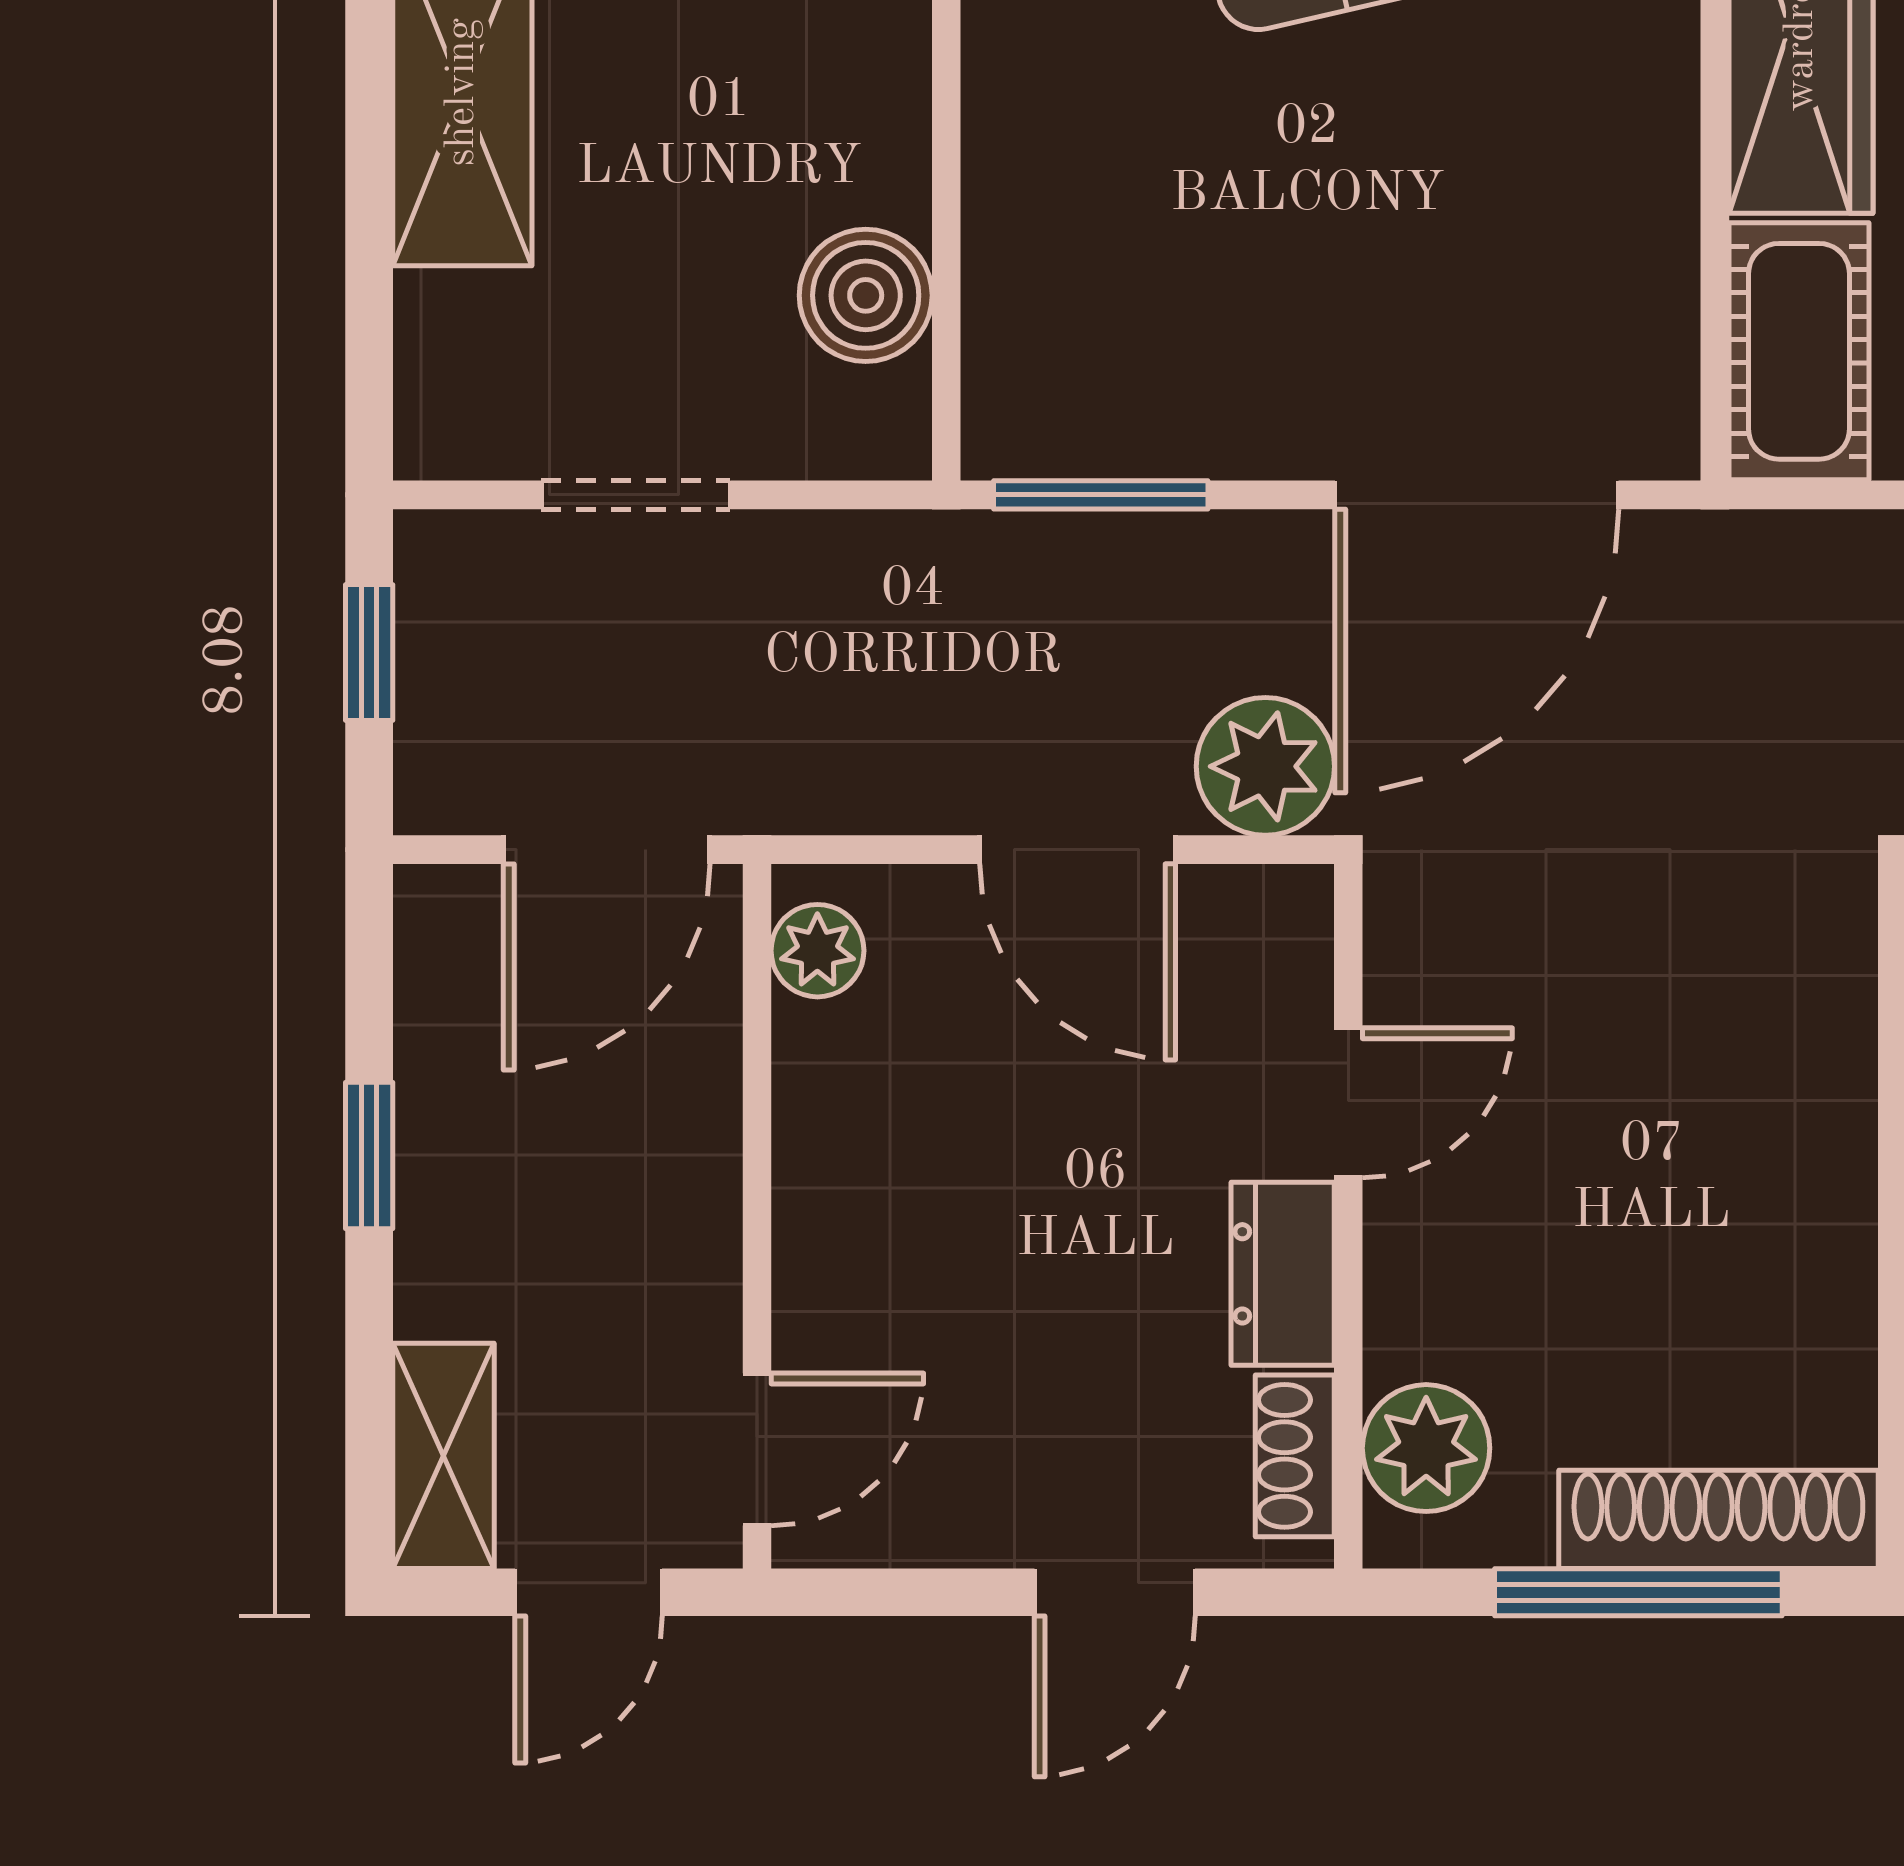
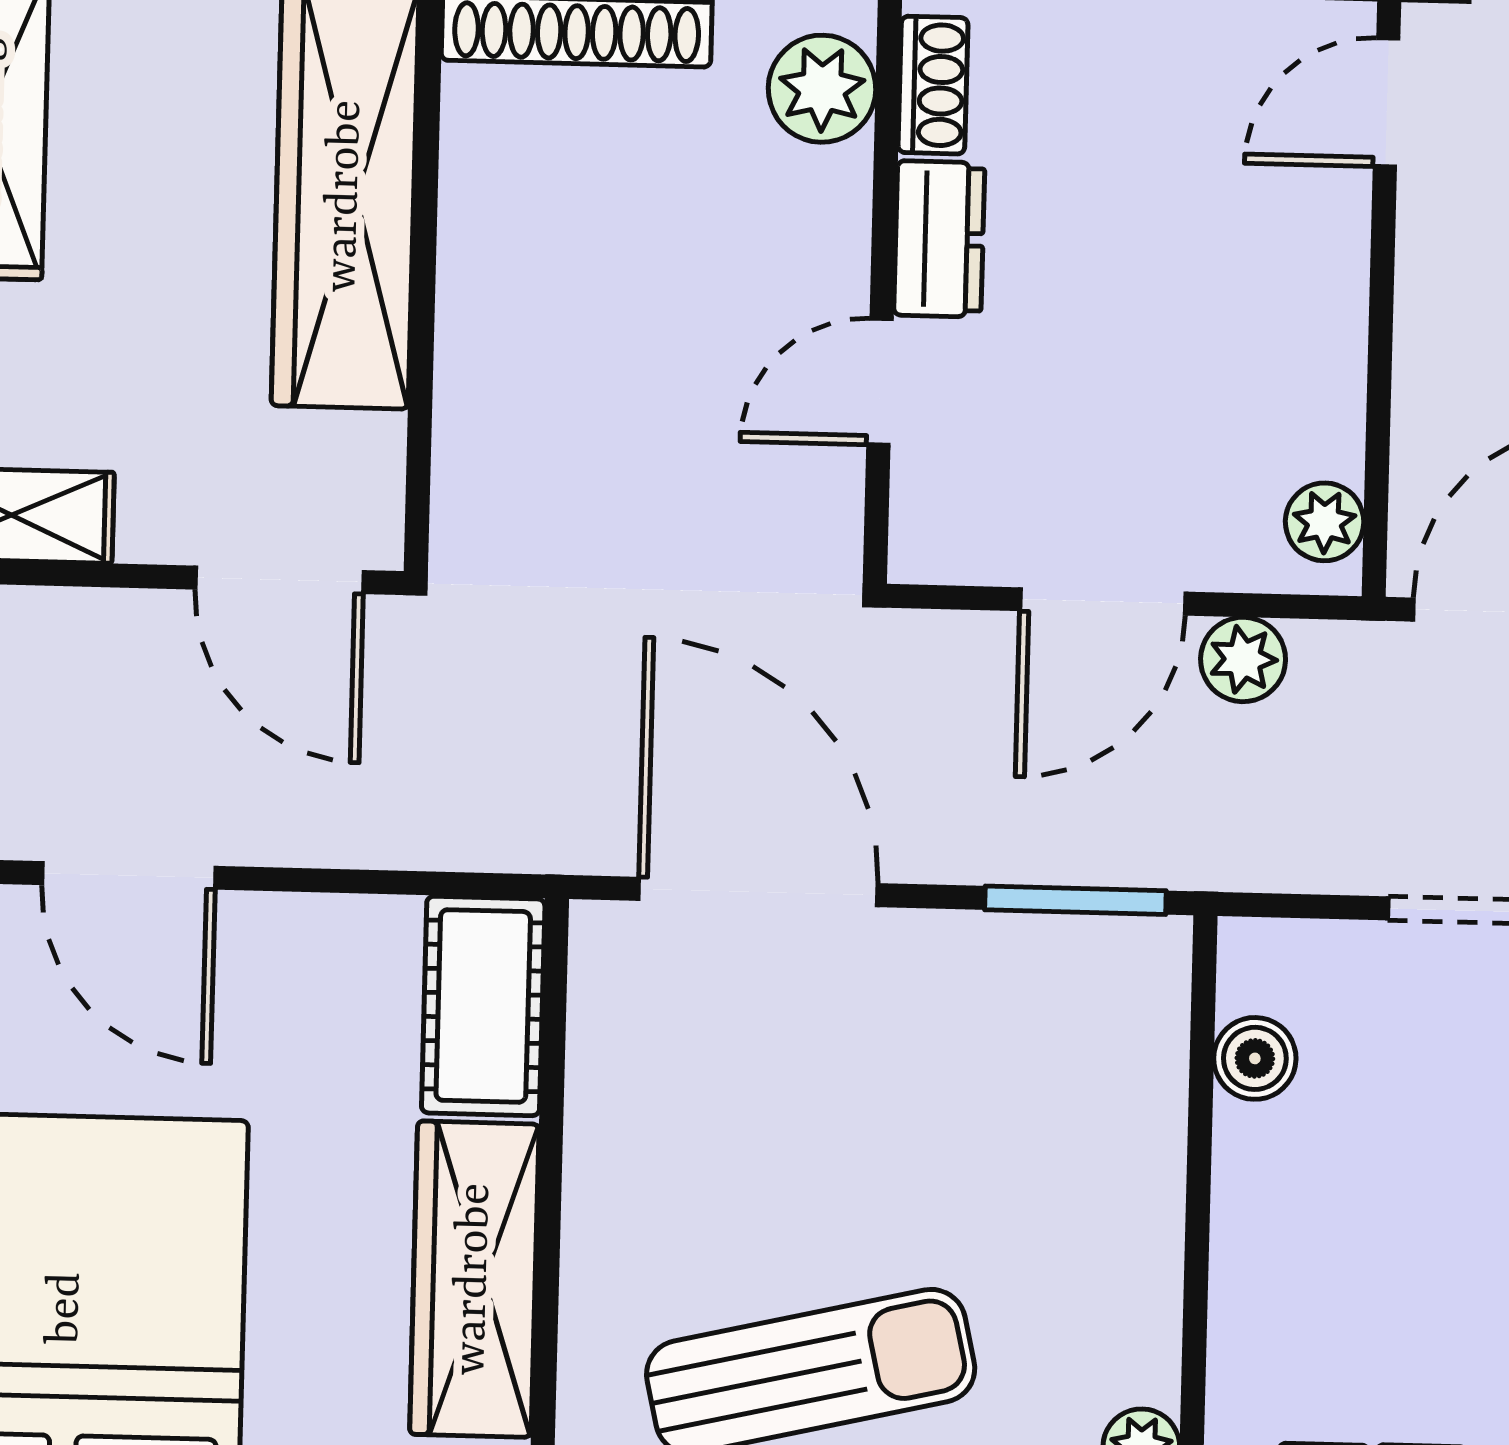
boiler: (866, 295) -> (1255, 1058), width x0.73, depth x0.73
door: (1477, 495) -> (758, 892), hinge flipped
plant: (1265, 766) -> (1243, 659), moved, width x0.73, depth x0.73
door: (1078, 850) -> (1103, 601), swing flipped

